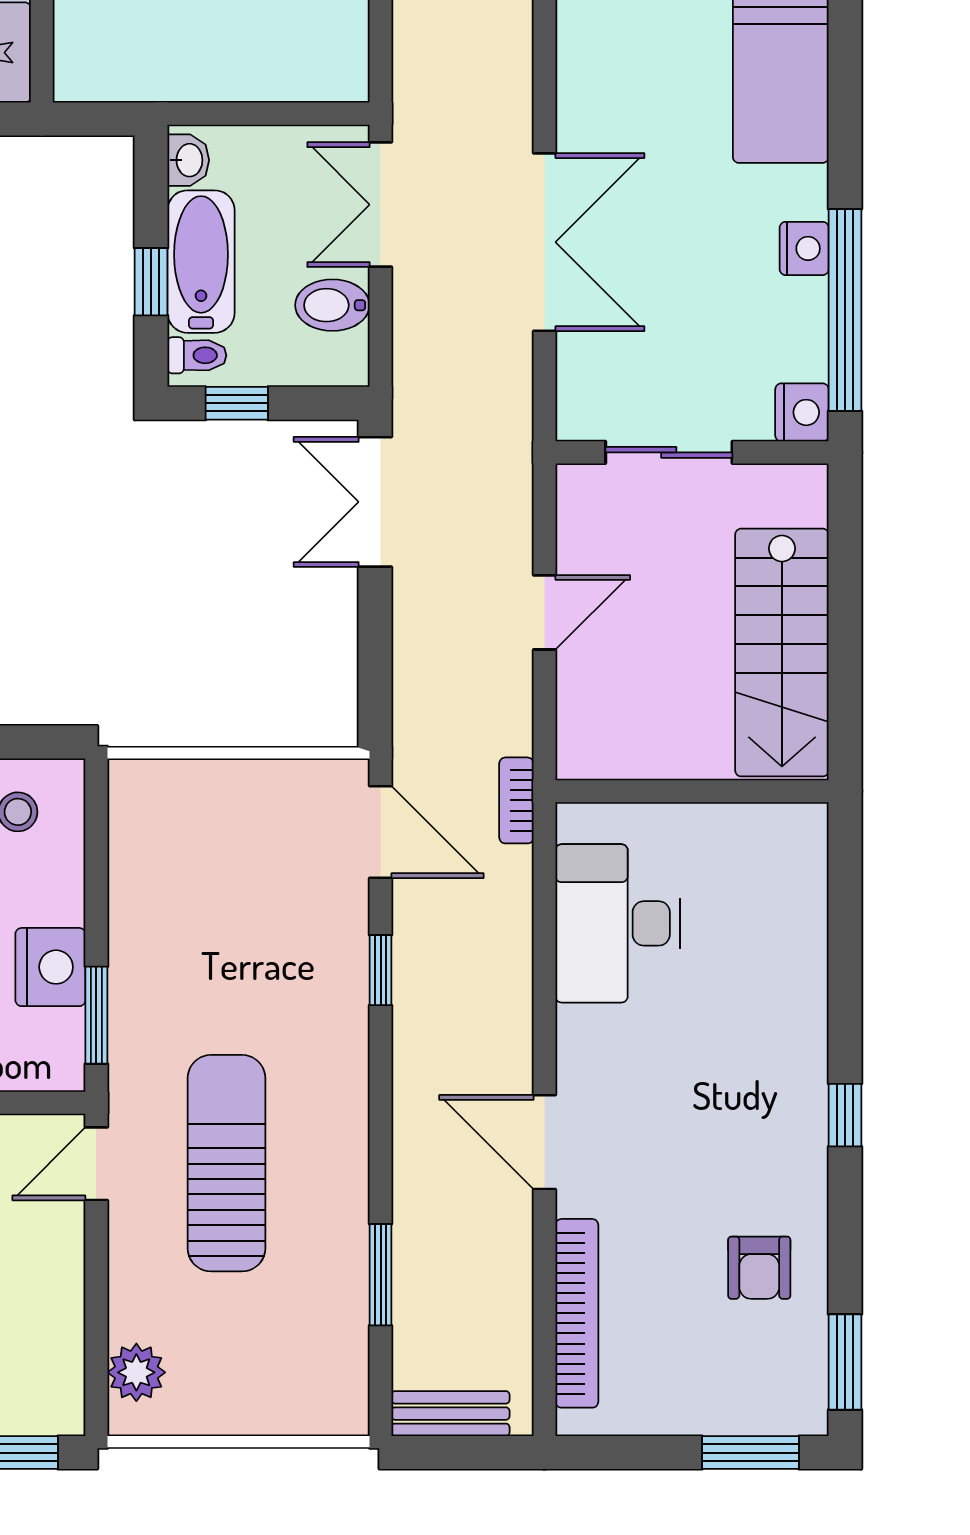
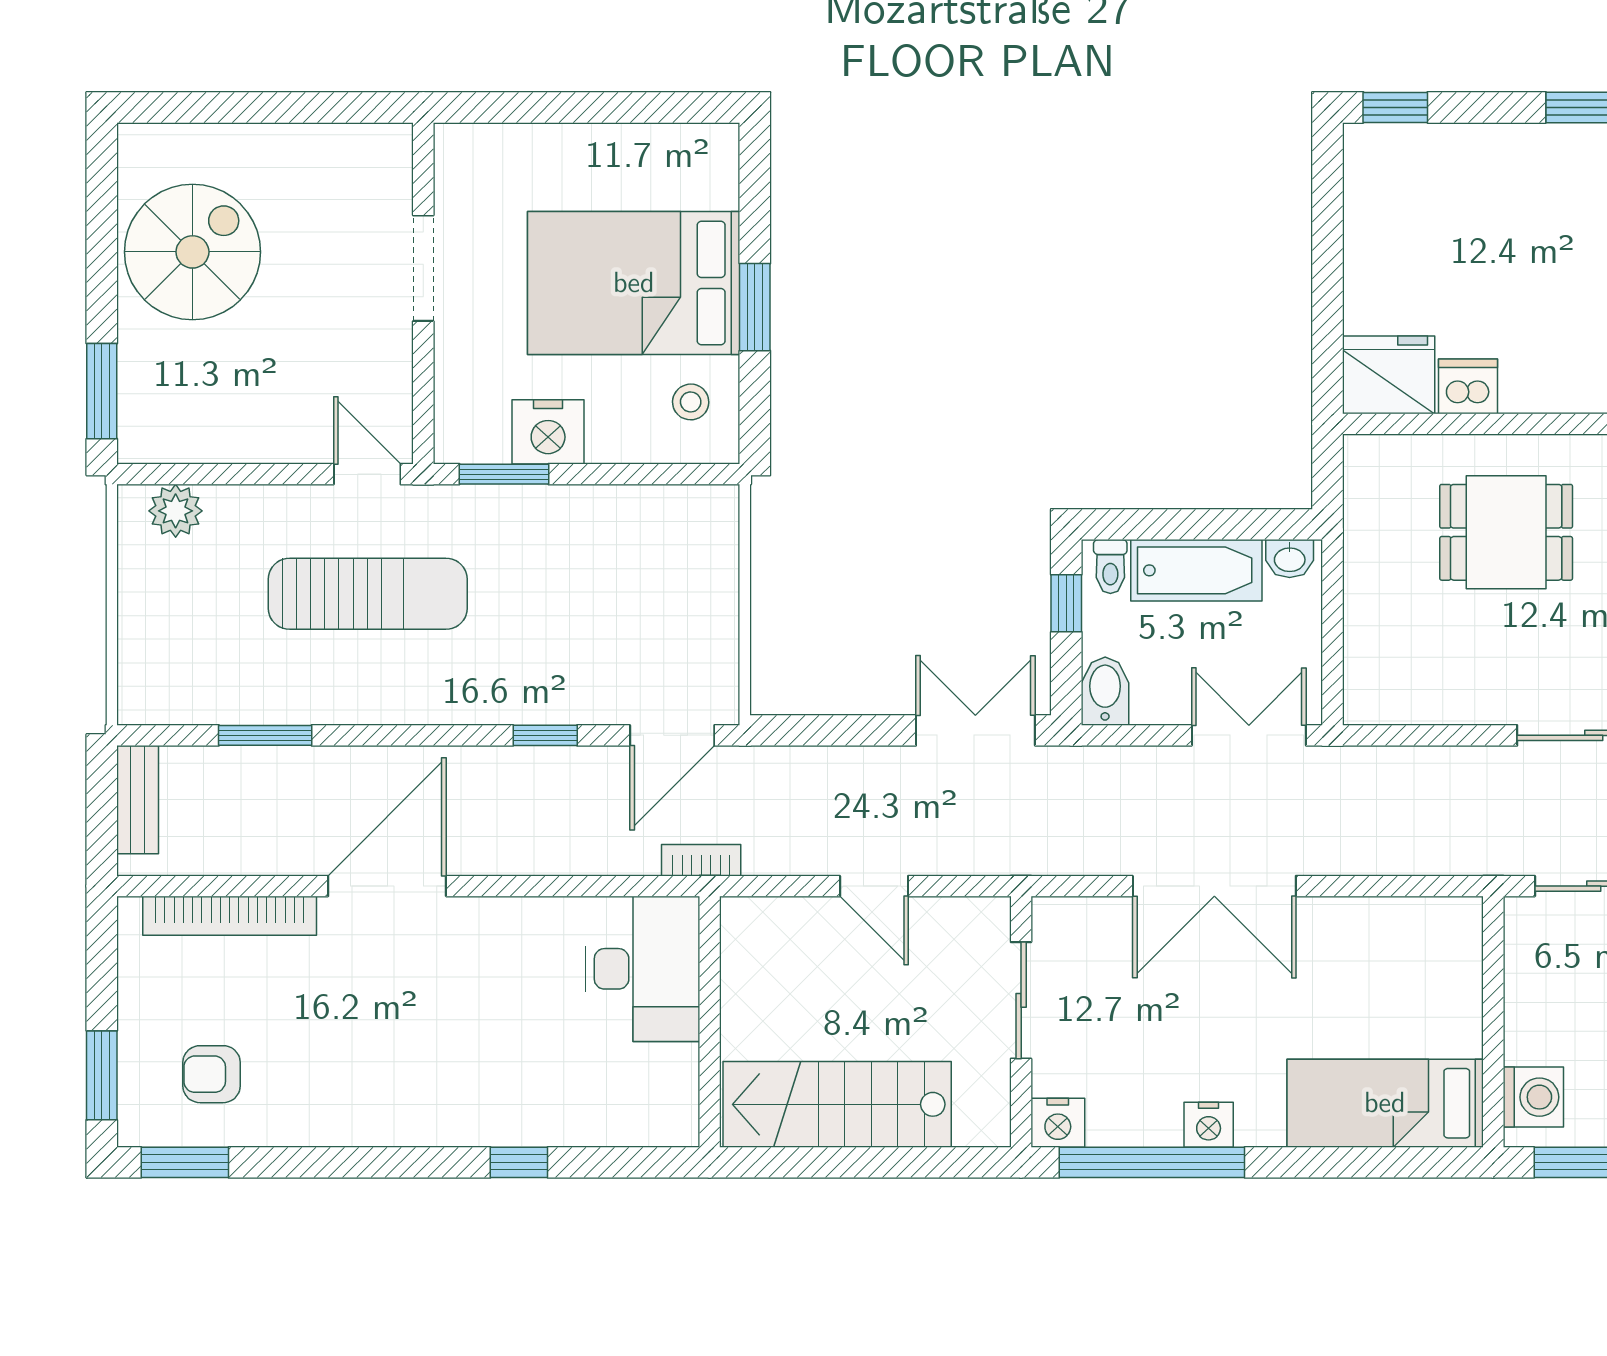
window: (151, 282) -> (1178, 524), removed
bidet: (332, 305) -> (1105, 691), moved
desk: (618, 923) -> (642, 969), moved, turned 90
window: (845, 1115) -> (519, 1162), moved
door: (545, 1142) -> (387, 886), width x1.36
armchair: (759, 1268) -> (212, 1074), moved

